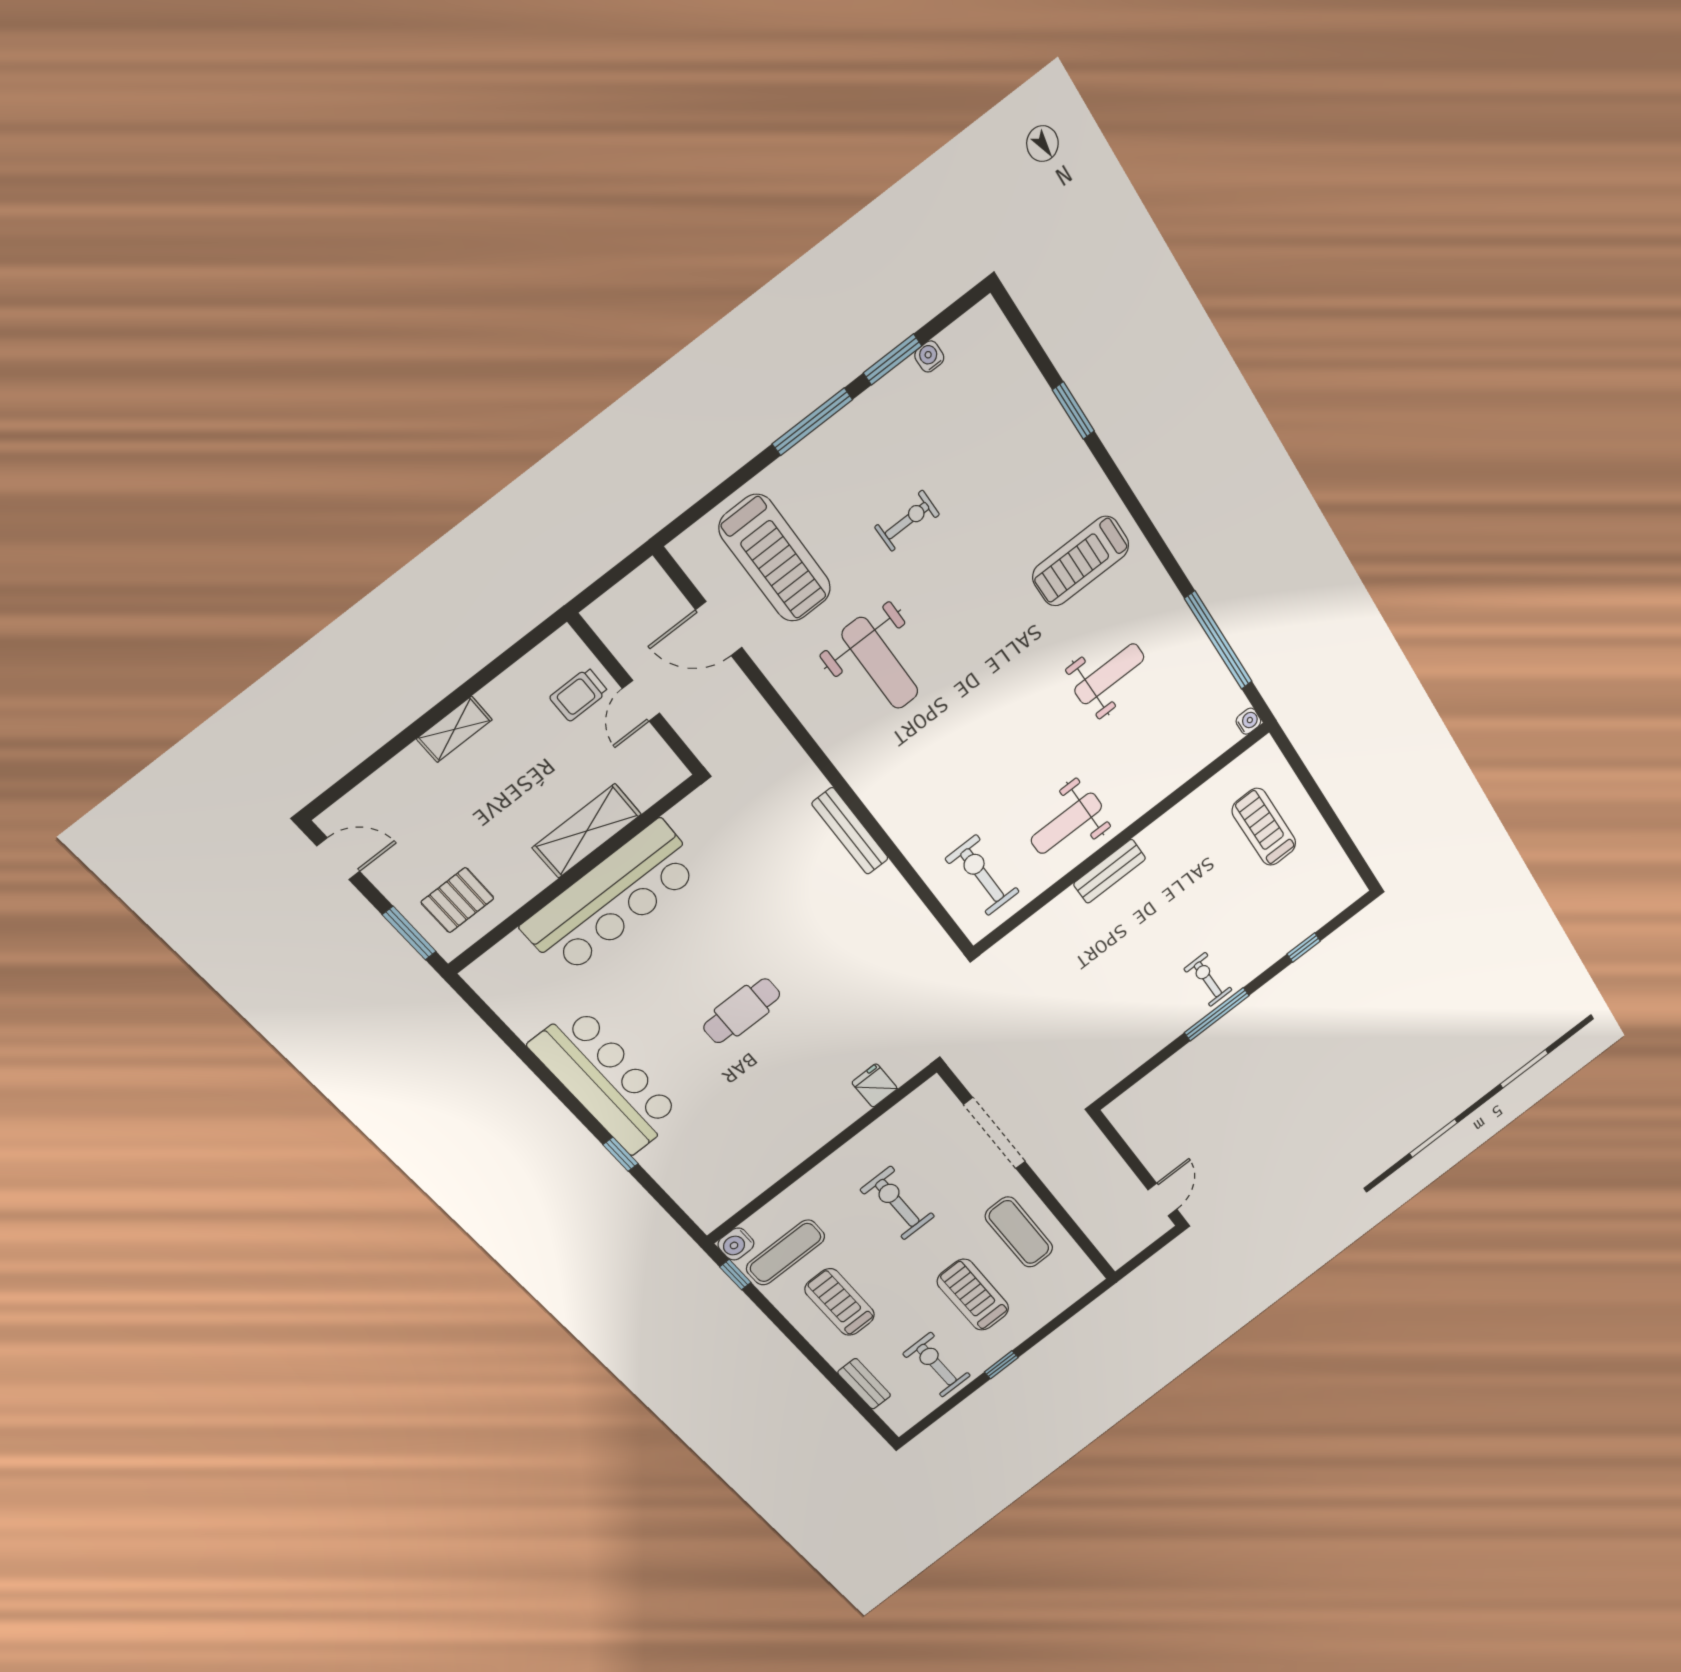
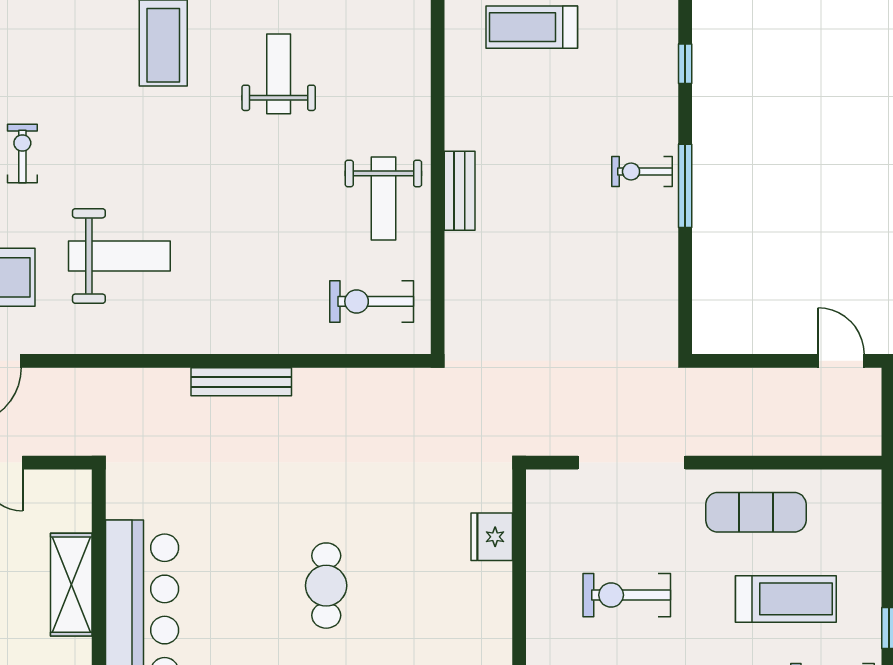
fridge: (875, 1085) -> (492, 537), width x1.38
treadmill: (973, 1295) -> (786, 599), turned 180

